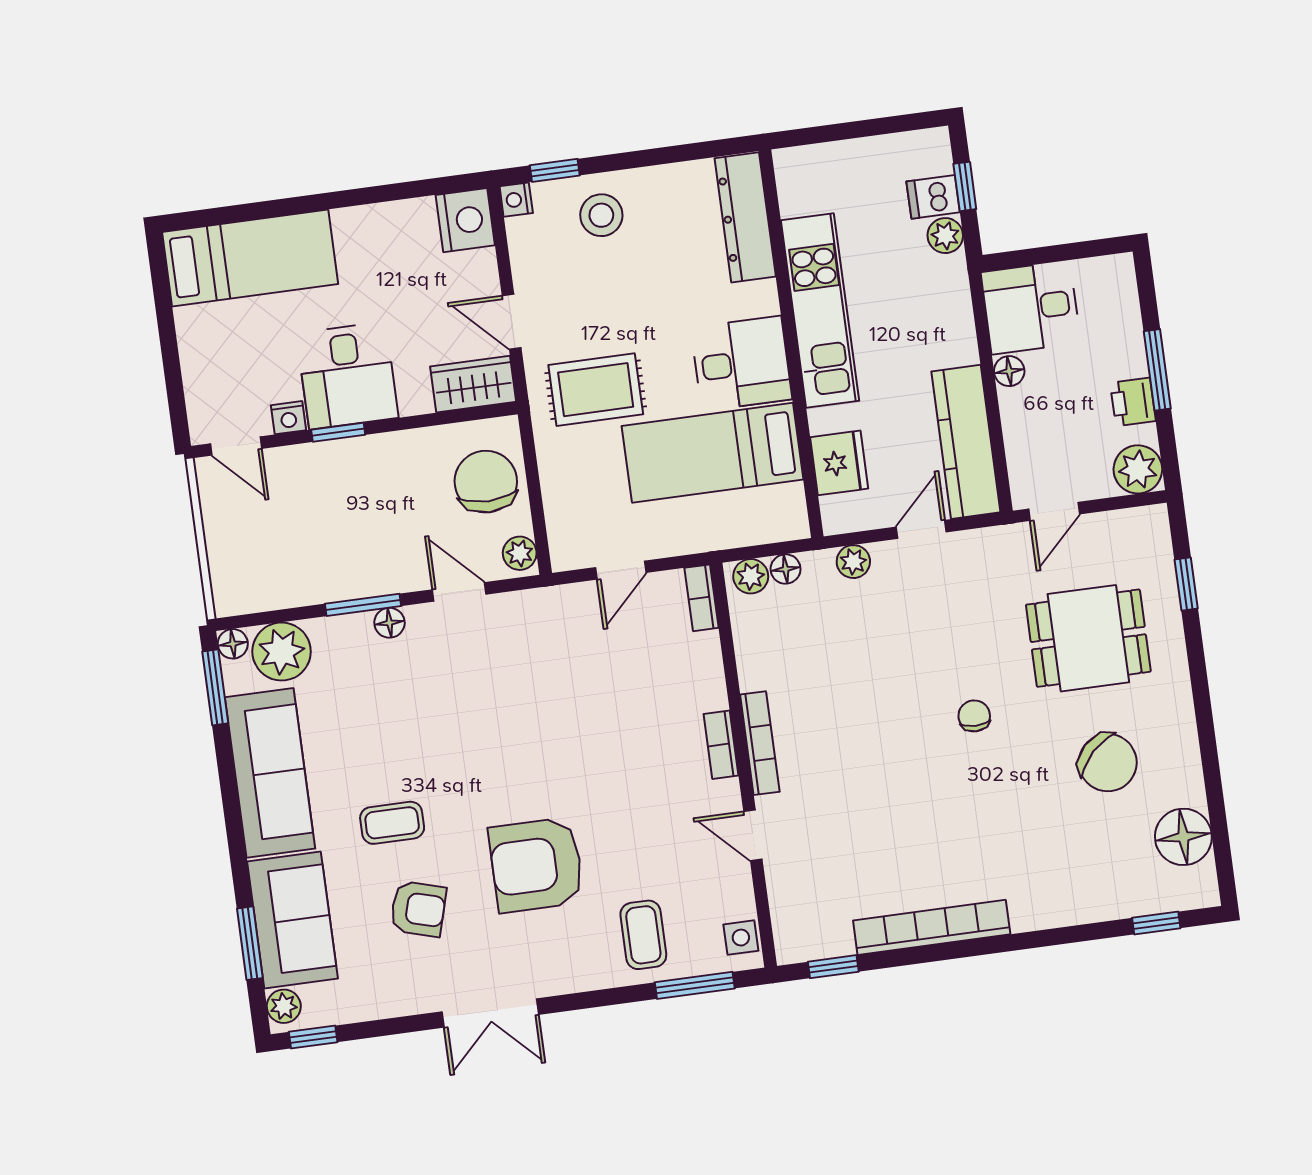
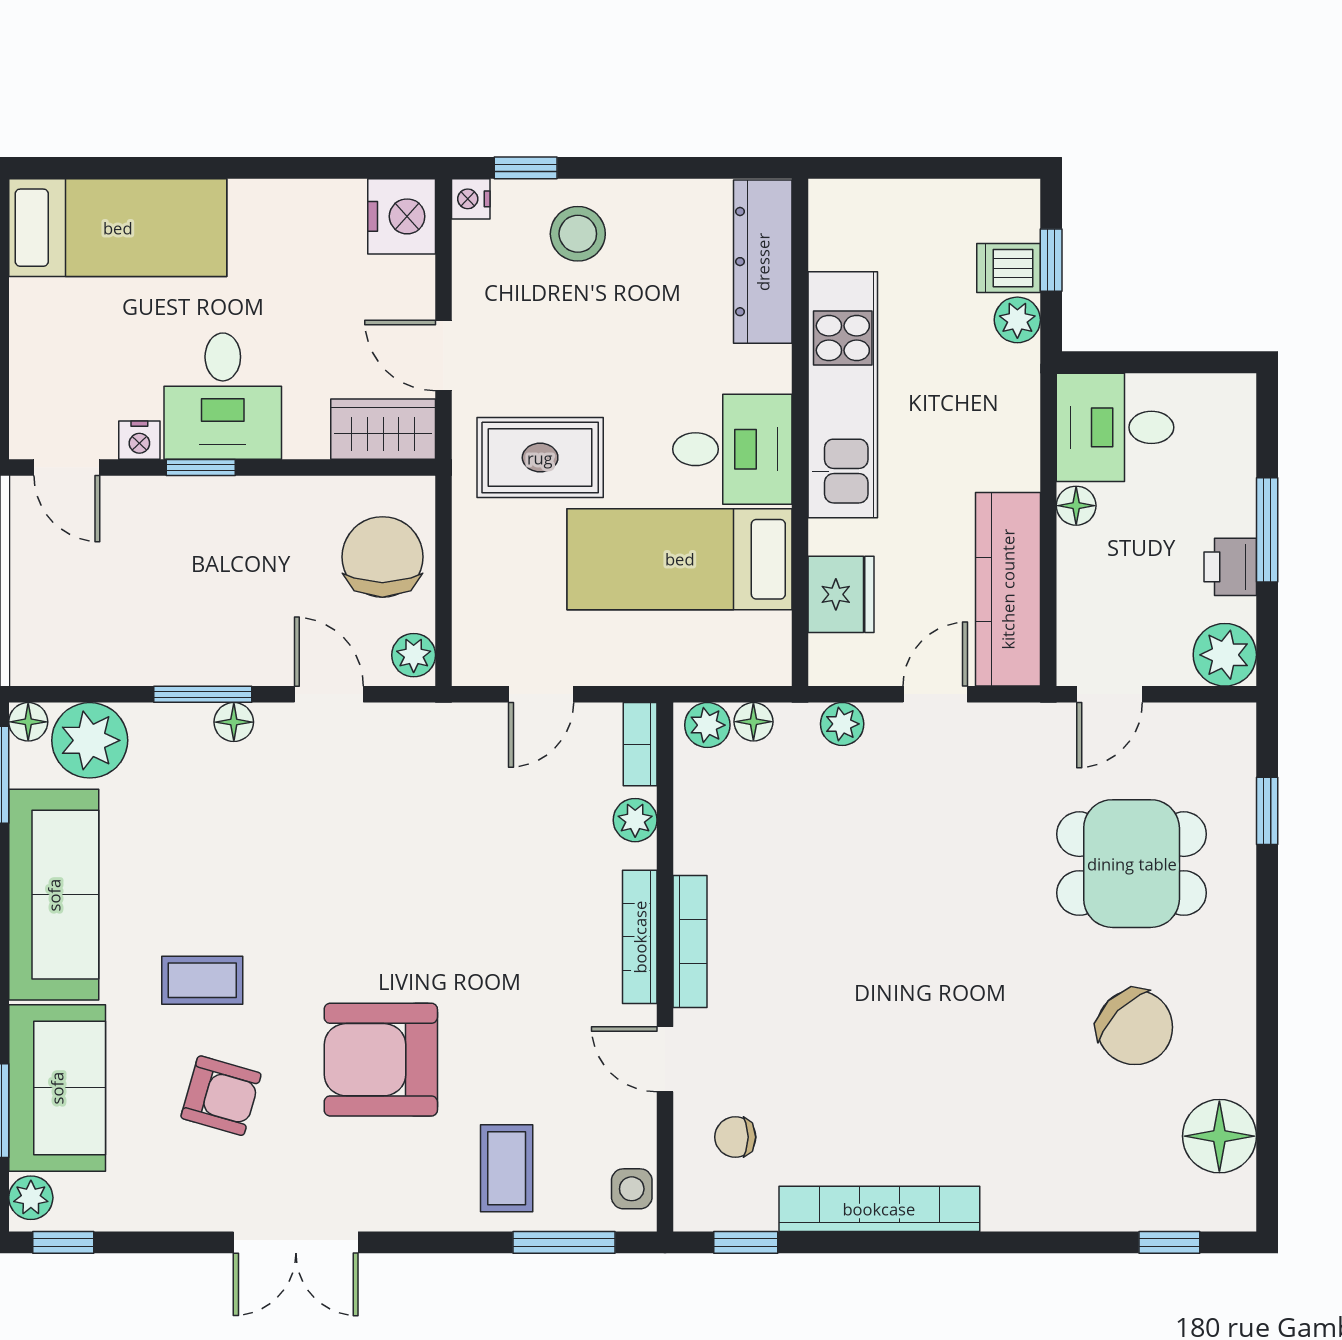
plant: (705, 656) -> (635, 820), added
chair: (974, 716) -> (735, 1137), moved, turned -90
bookcase: (721, 745) -> (640, 937), width x1.56

